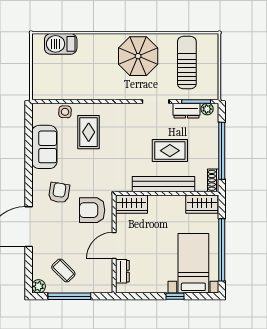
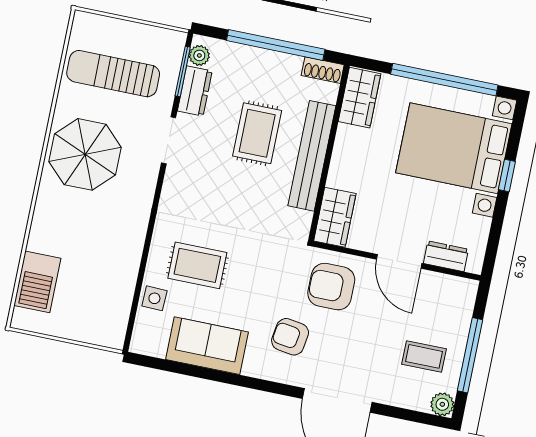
armchair: (92, 210) -> (331, 287), turned 90
bed with nightstands: (193, 263) -> (454, 148), width x1.36
coffee table: (63, 271) -> (424, 356), turned 45

